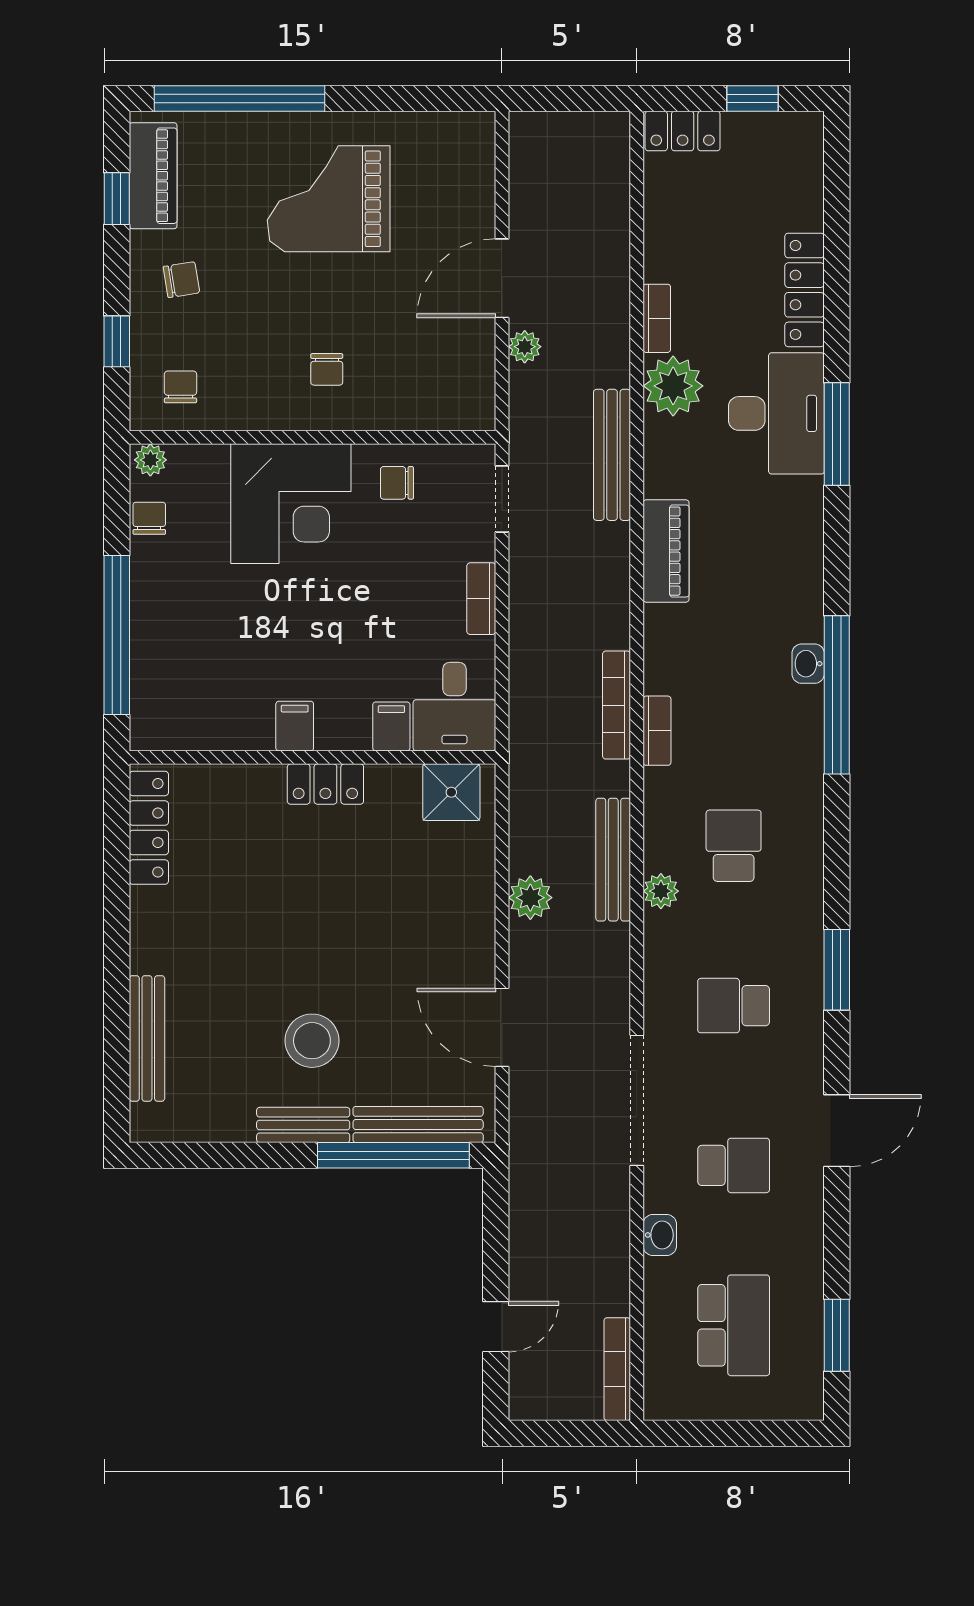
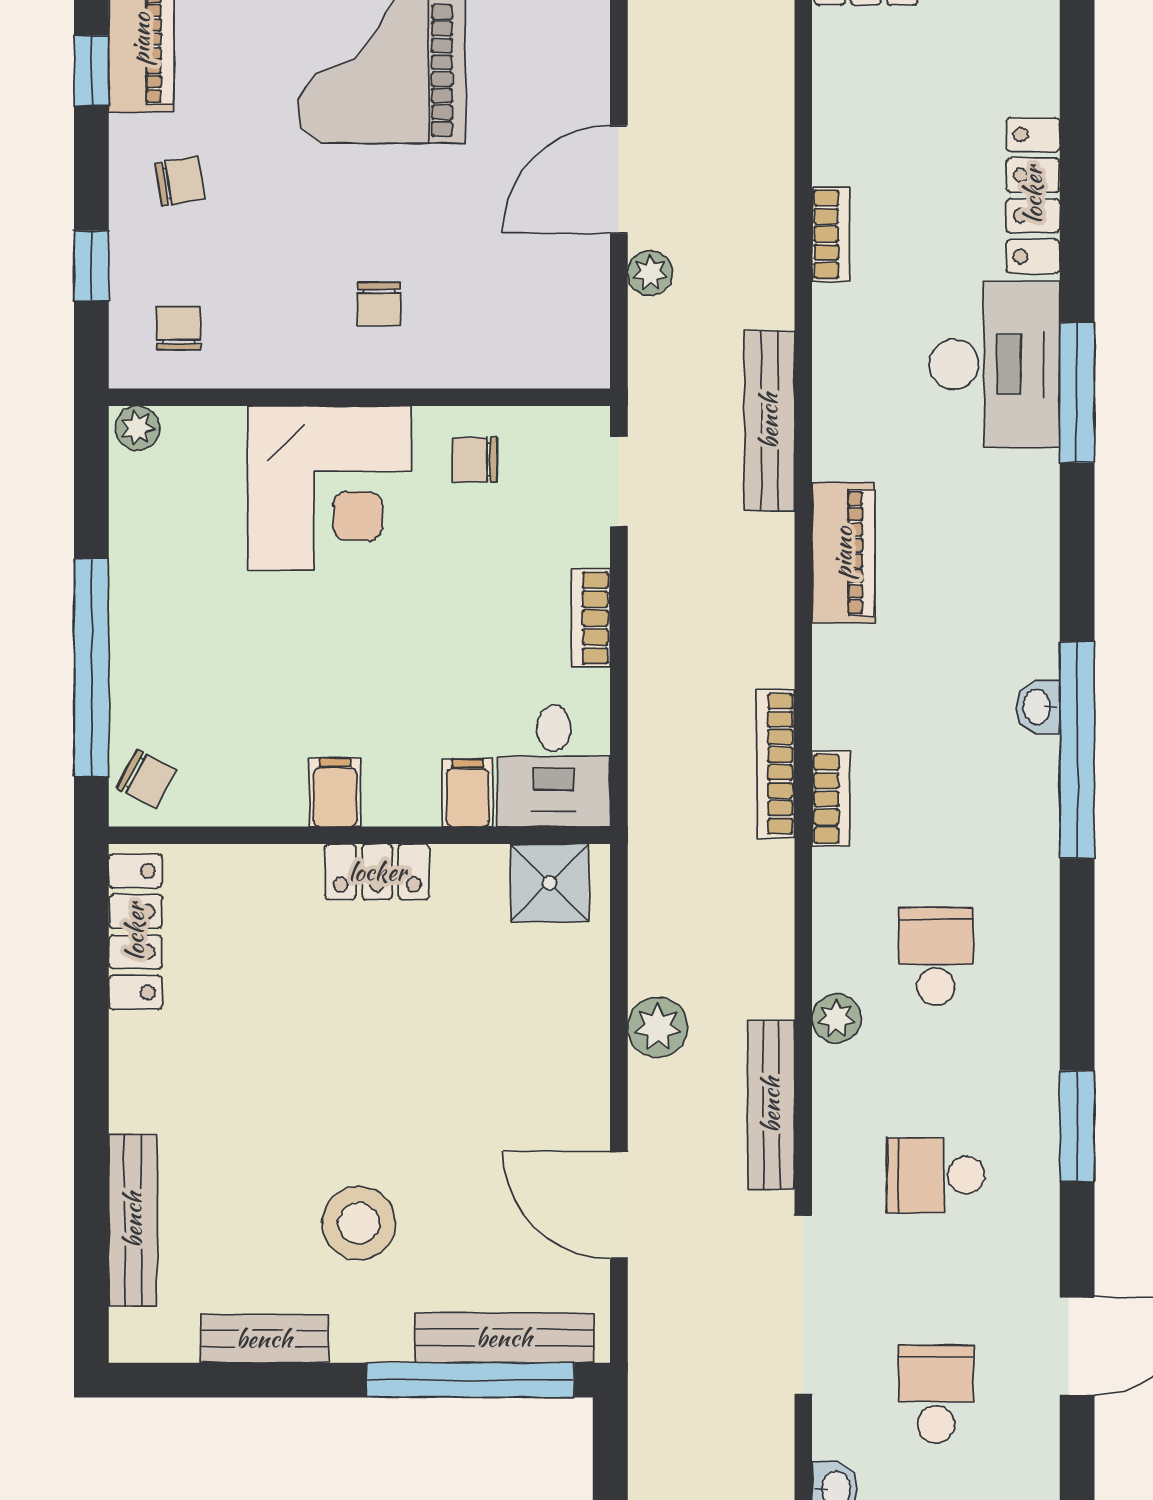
plant: (673, 386) -> (853, 327), removed
chair: (149, 518) -> (146, 779), moved, turned 118
bench: (613, 860) -> (771, 1105), moved
bench: (303, 1125) -> (264, 1339), moved
school desk: (734, 1165) -> (936, 1394), turned -90

